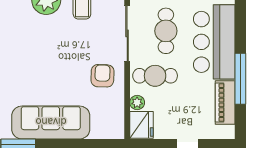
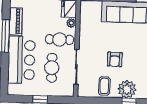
armchair: (102, 76) -> (115, 59), moved

